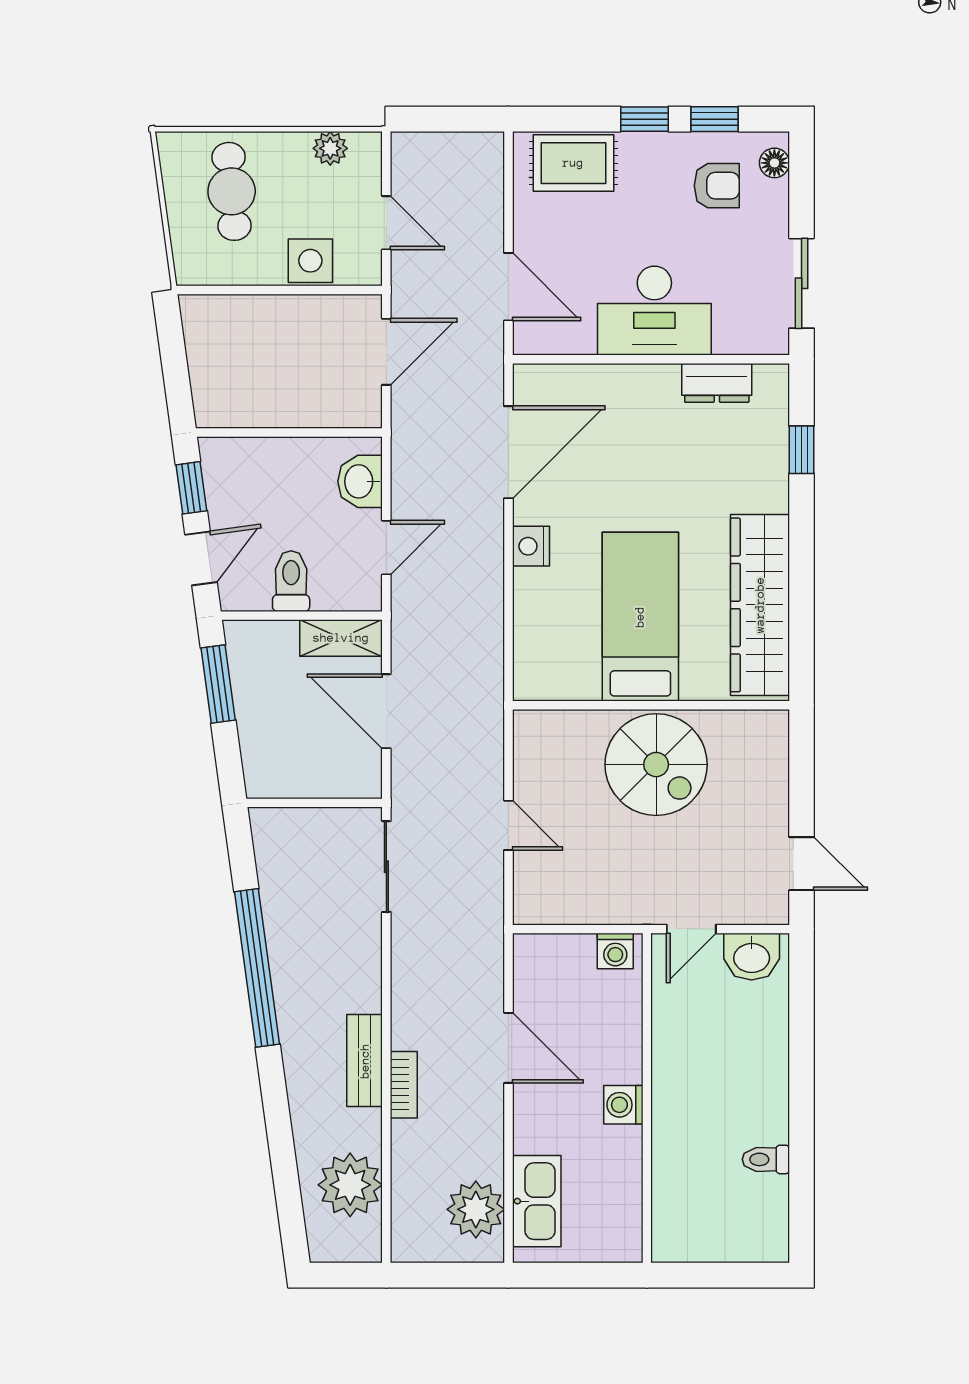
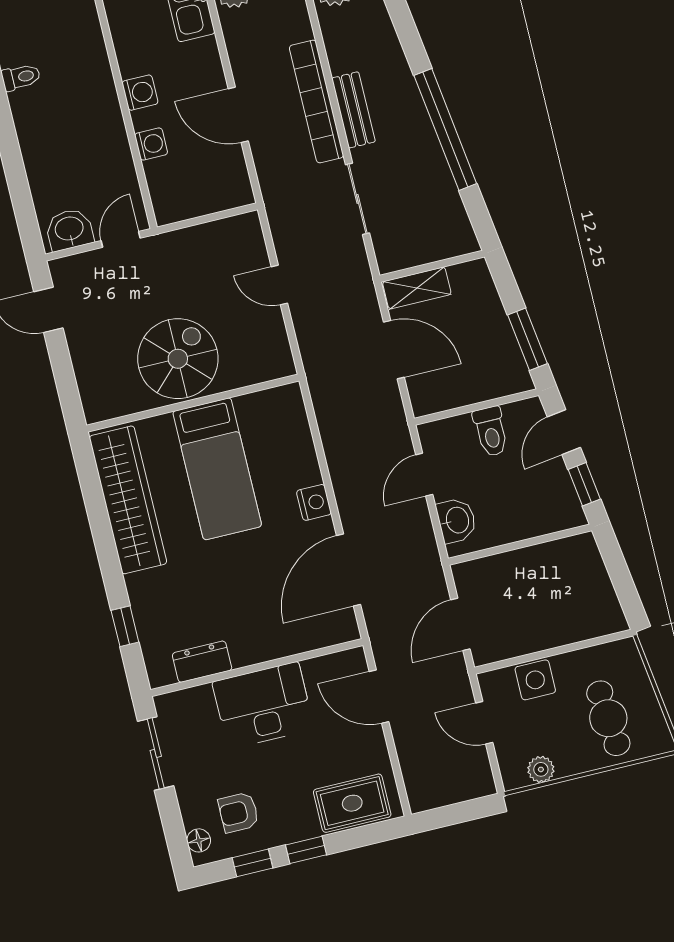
shelving: (341, 638) -> (417, 288), moved
spiral stairs: (656, 765) -> (178, 359), turned 90
sliding door: (386, 867) -> (357, 199), moved
washing machine: (615, 951) -> (151, 144), moved, turned 90
bench: (365, 1061) -> (353, 110), moved
bookcase: (404, 1085) -> (316, 101), width x2.31, depth x1.31

